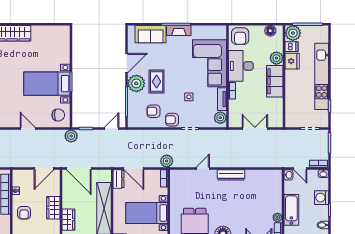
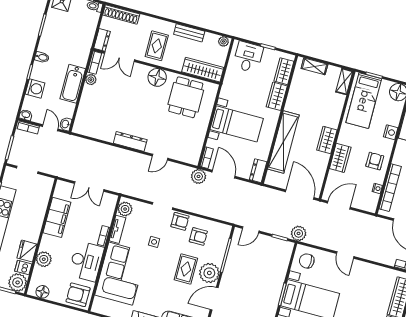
armchair: (240, 36) -> (78, 295), turned -90
filing cabinet: (275, 81) -> (57, 217), moved
door: (134, 168) -> (224, 174), moved

